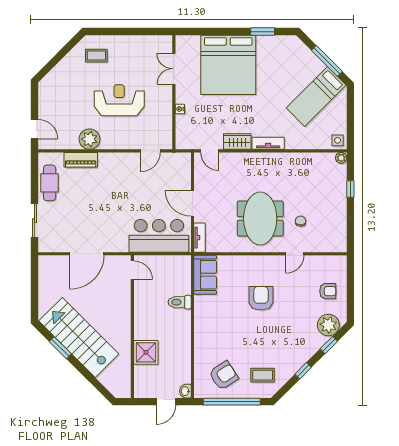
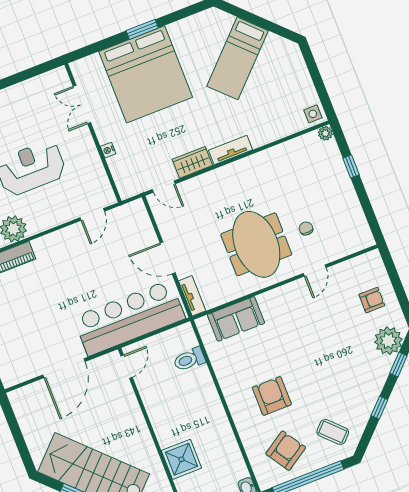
window: (263, 32) -> (142, 29), moved
window: (327, 61) -> (263, 23), removed
bed: (316, 97) -> (238, 58), moved
bar counter: (159, 236) -> (129, 318), width x1.36
door: (132, 270) -> (127, 367), hinge flipped
sofa: (205, 275) -> (236, 319), moved, turned 90
armchair: (261, 298) -> (272, 396), moved
toilet: (180, 302) -> (189, 359), moved
coffee table: (263, 375) -> (333, 432), turned 45

